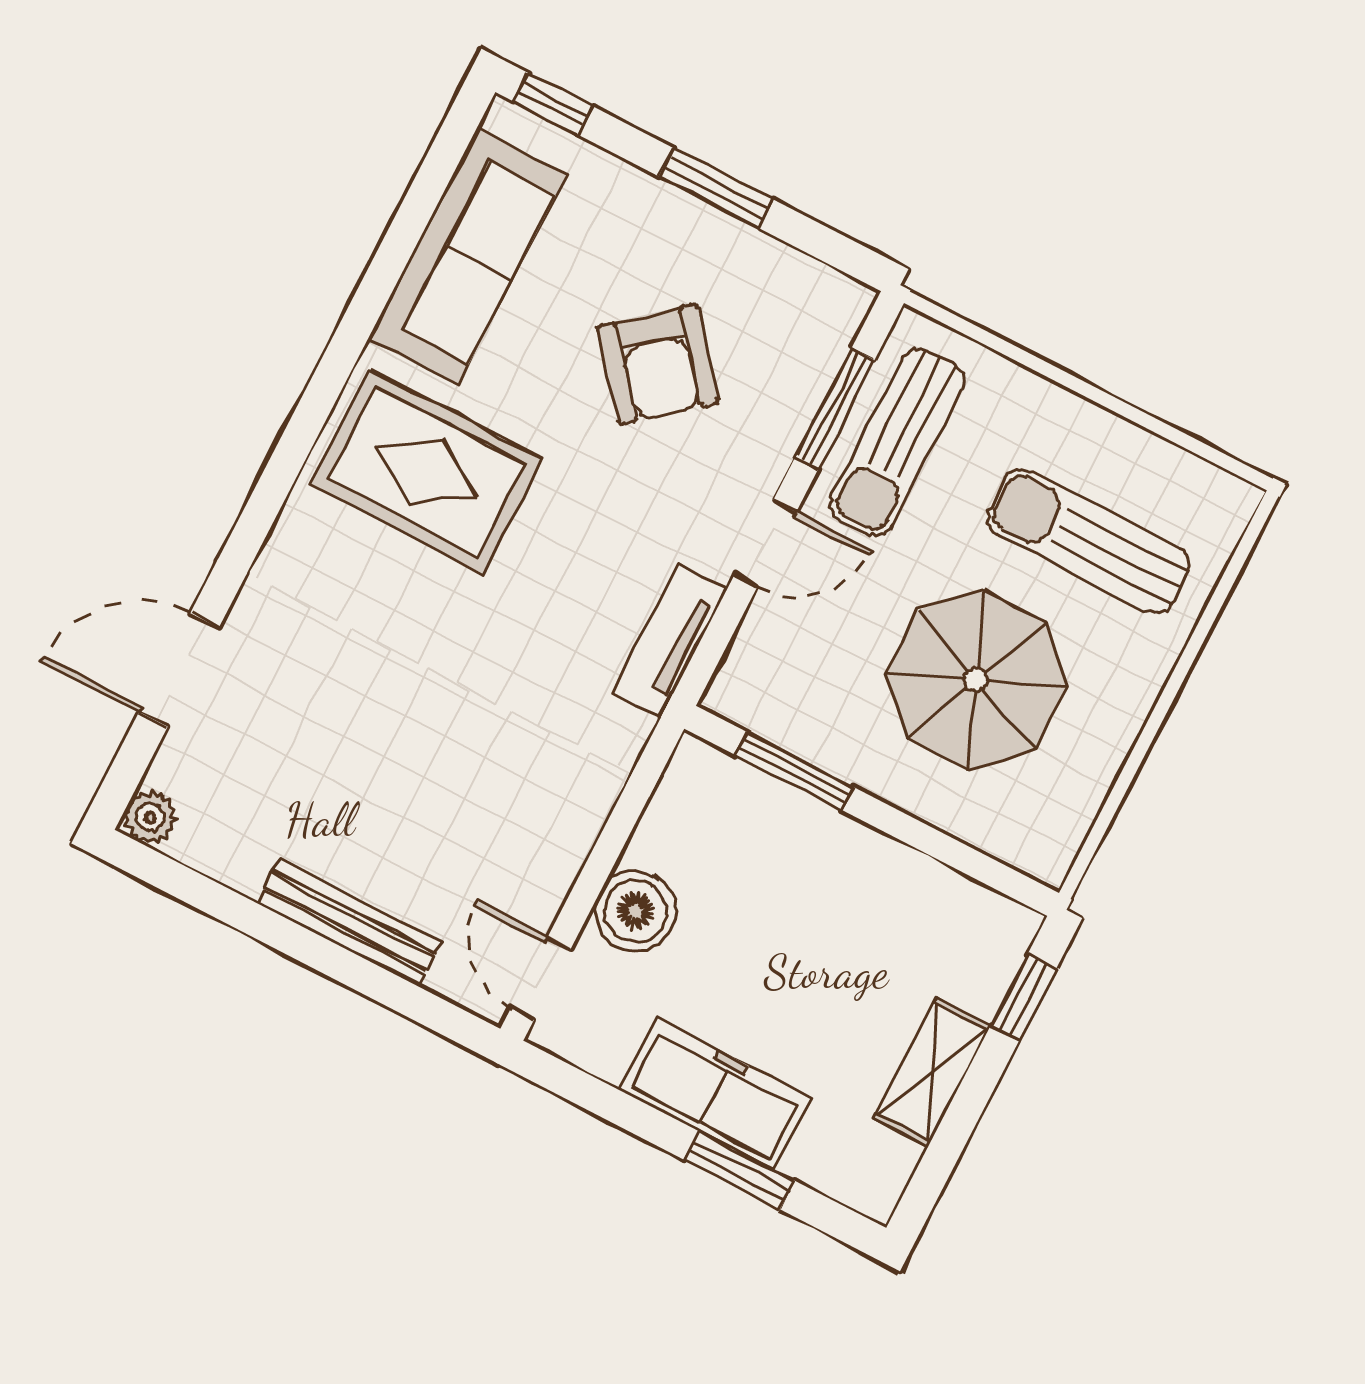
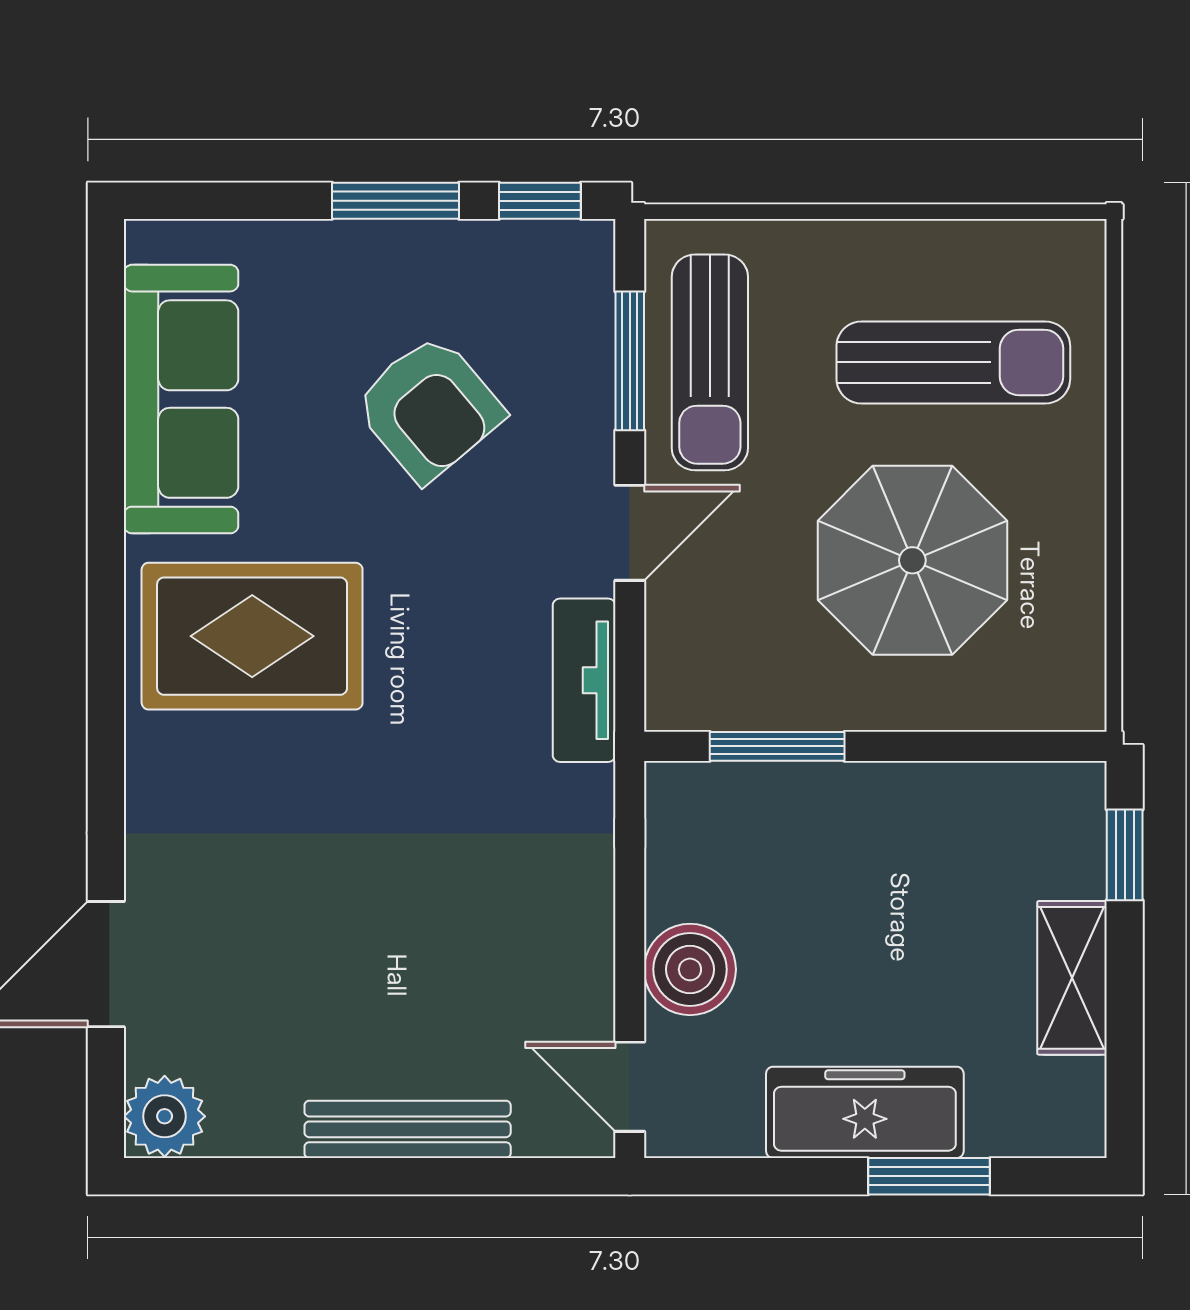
window: (553, 104) -> (540, 201), moved
sun lounger: (1088, 541) -> (953, 362), turned 180
plant: (150, 817) -> (165, 1116), width x1.38, depth x1.38

